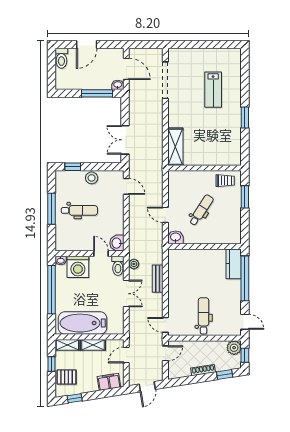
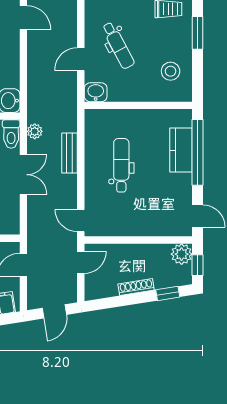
dental chair: (201, 210) -> (118, 45), moved, turned 119
door: (165, 215) -> (81, 59), hinge flipped
stool: (227, 223) -> (171, 71), added
kitchen counter: (234, 264) -> (181, 150), moved
dental chair: (203, 316) -> (121, 165), moved

